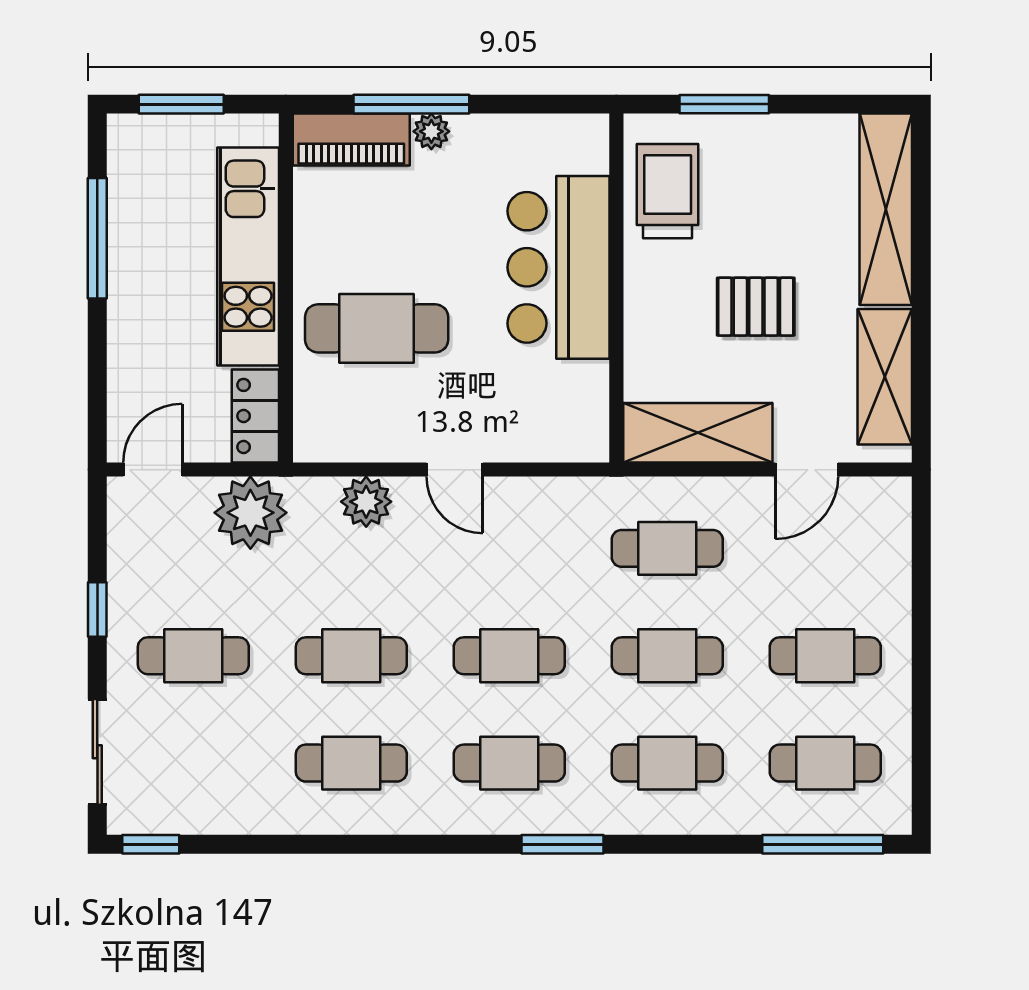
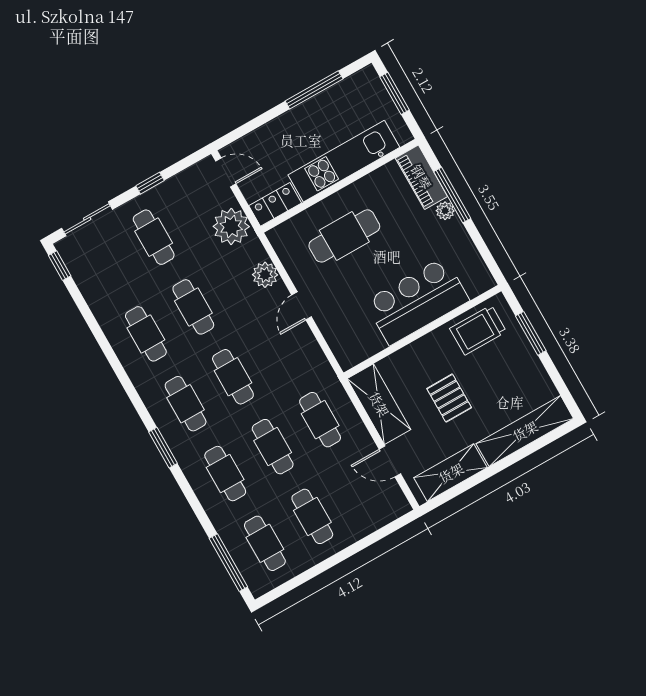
trolley: (668, 191) -> (478, 330), turned 180
cafe table: (377, 328) -> (344, 236), turned 90

